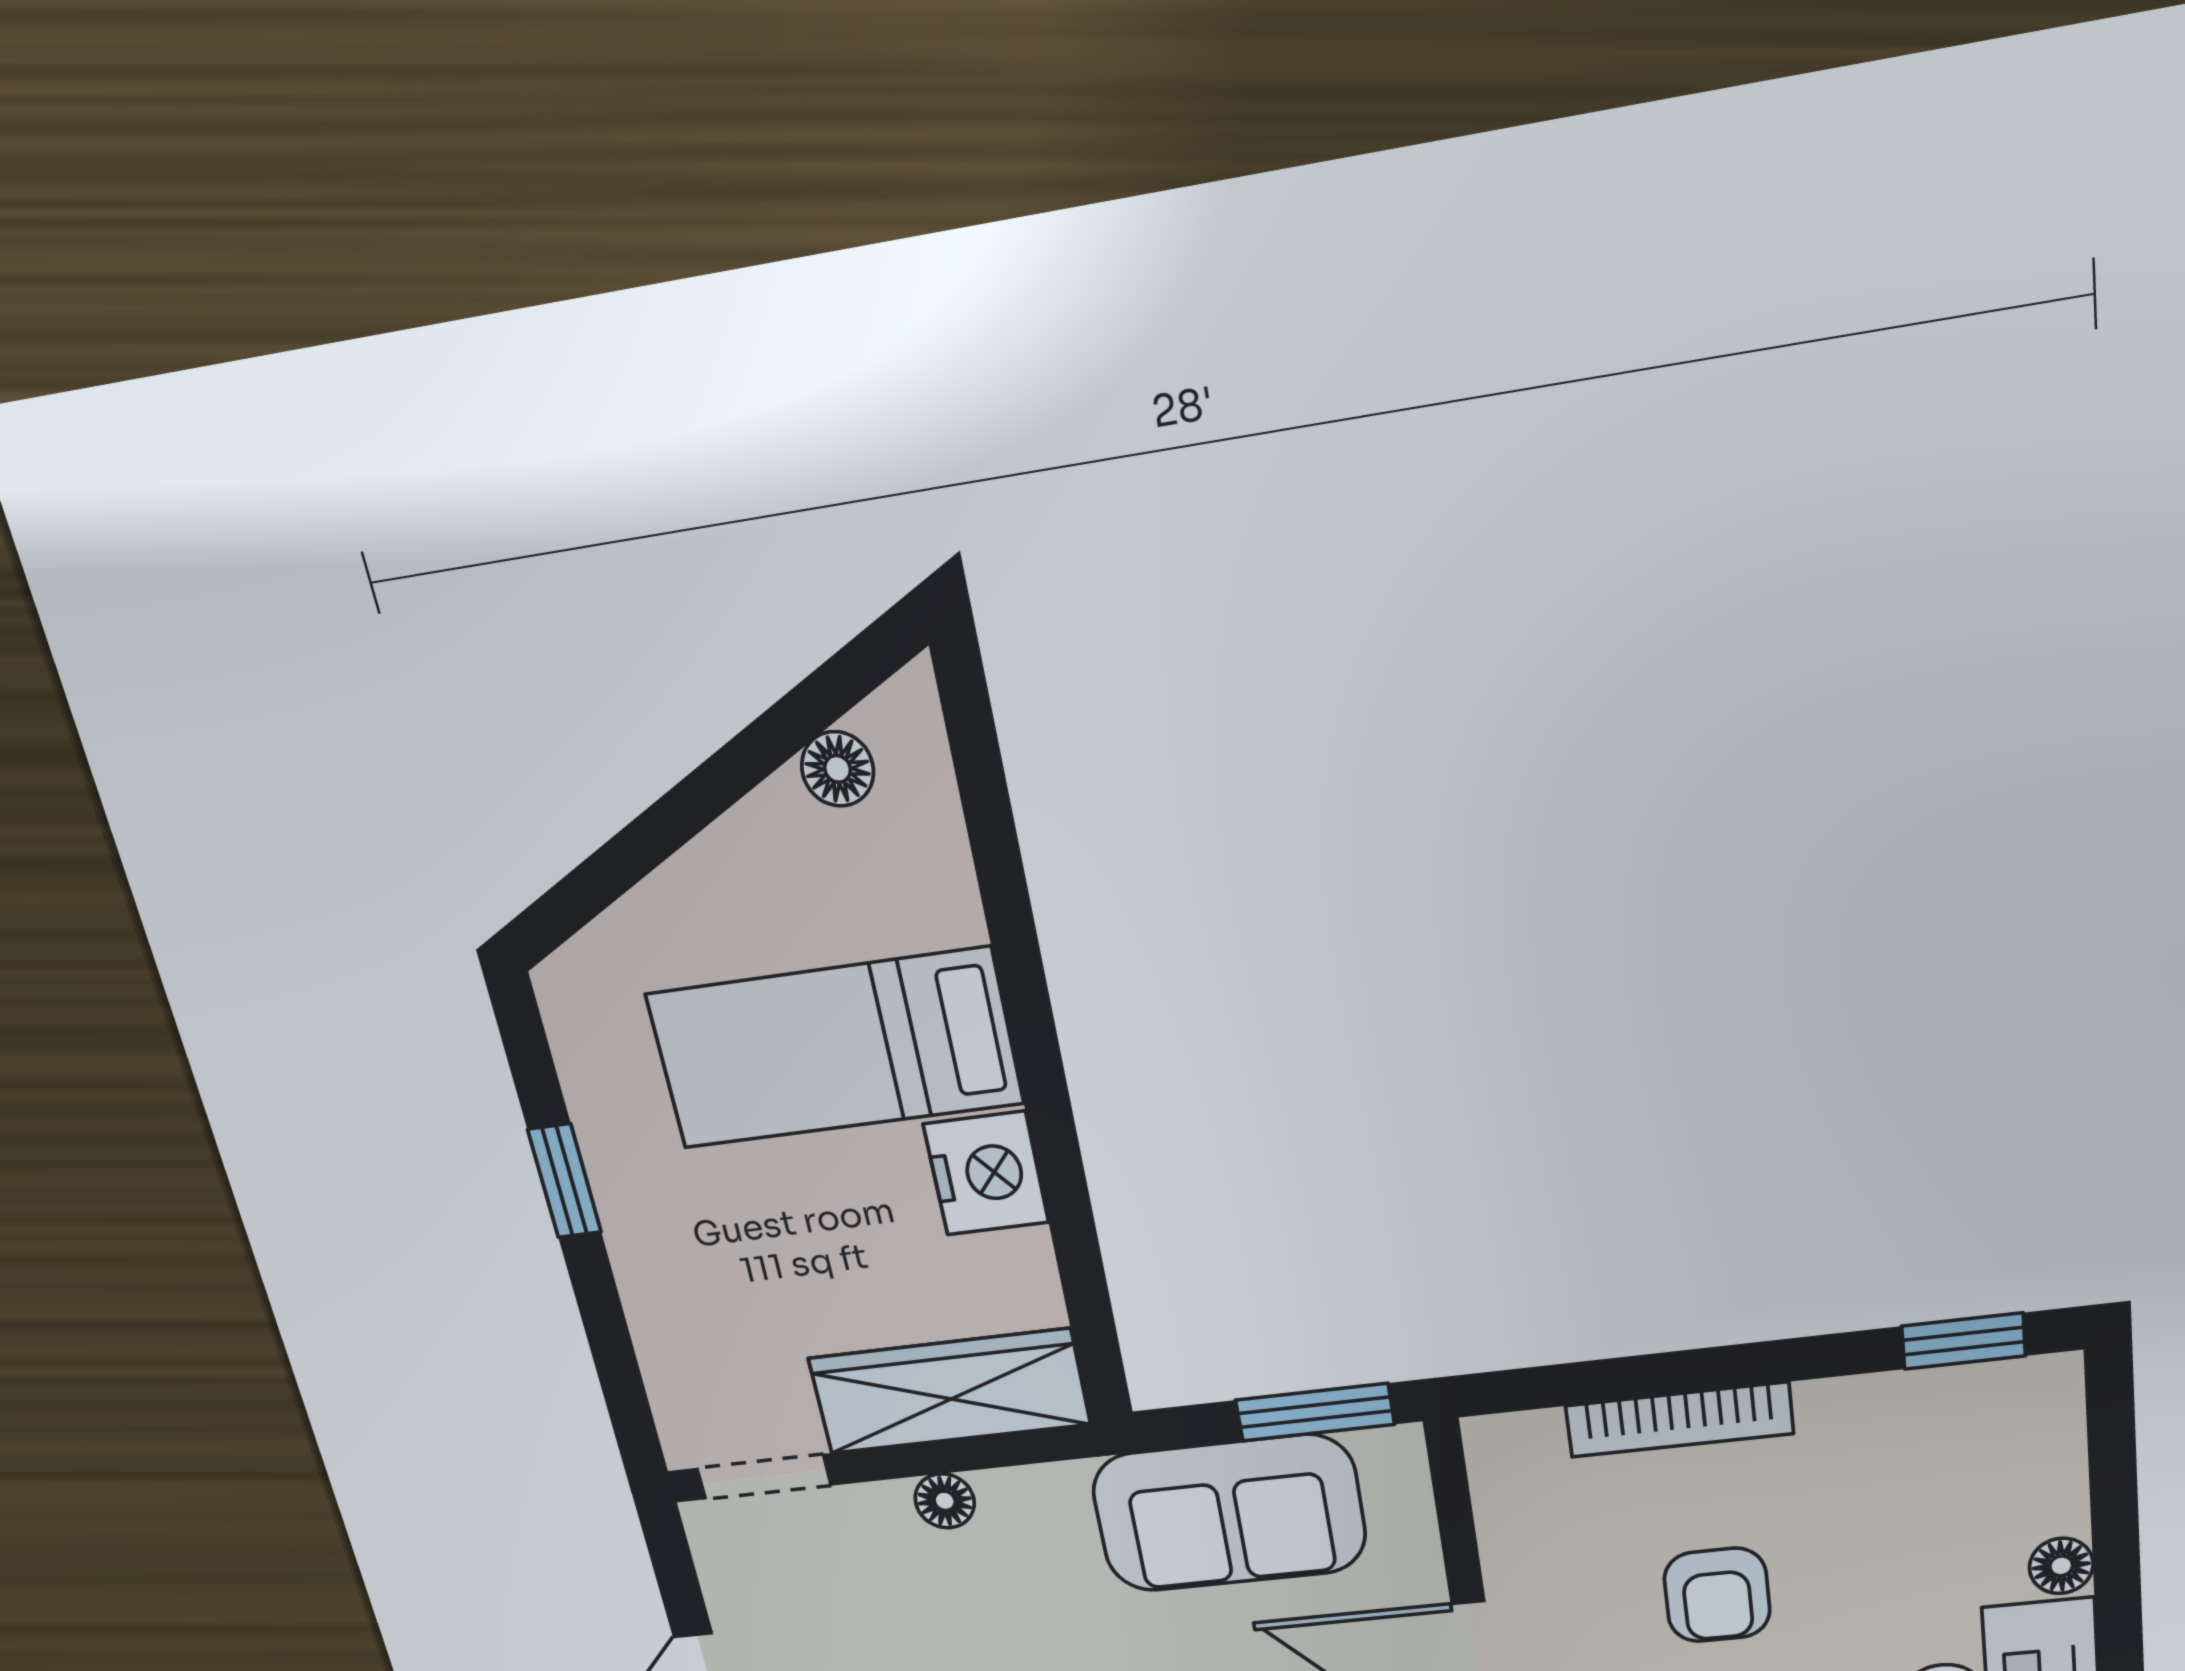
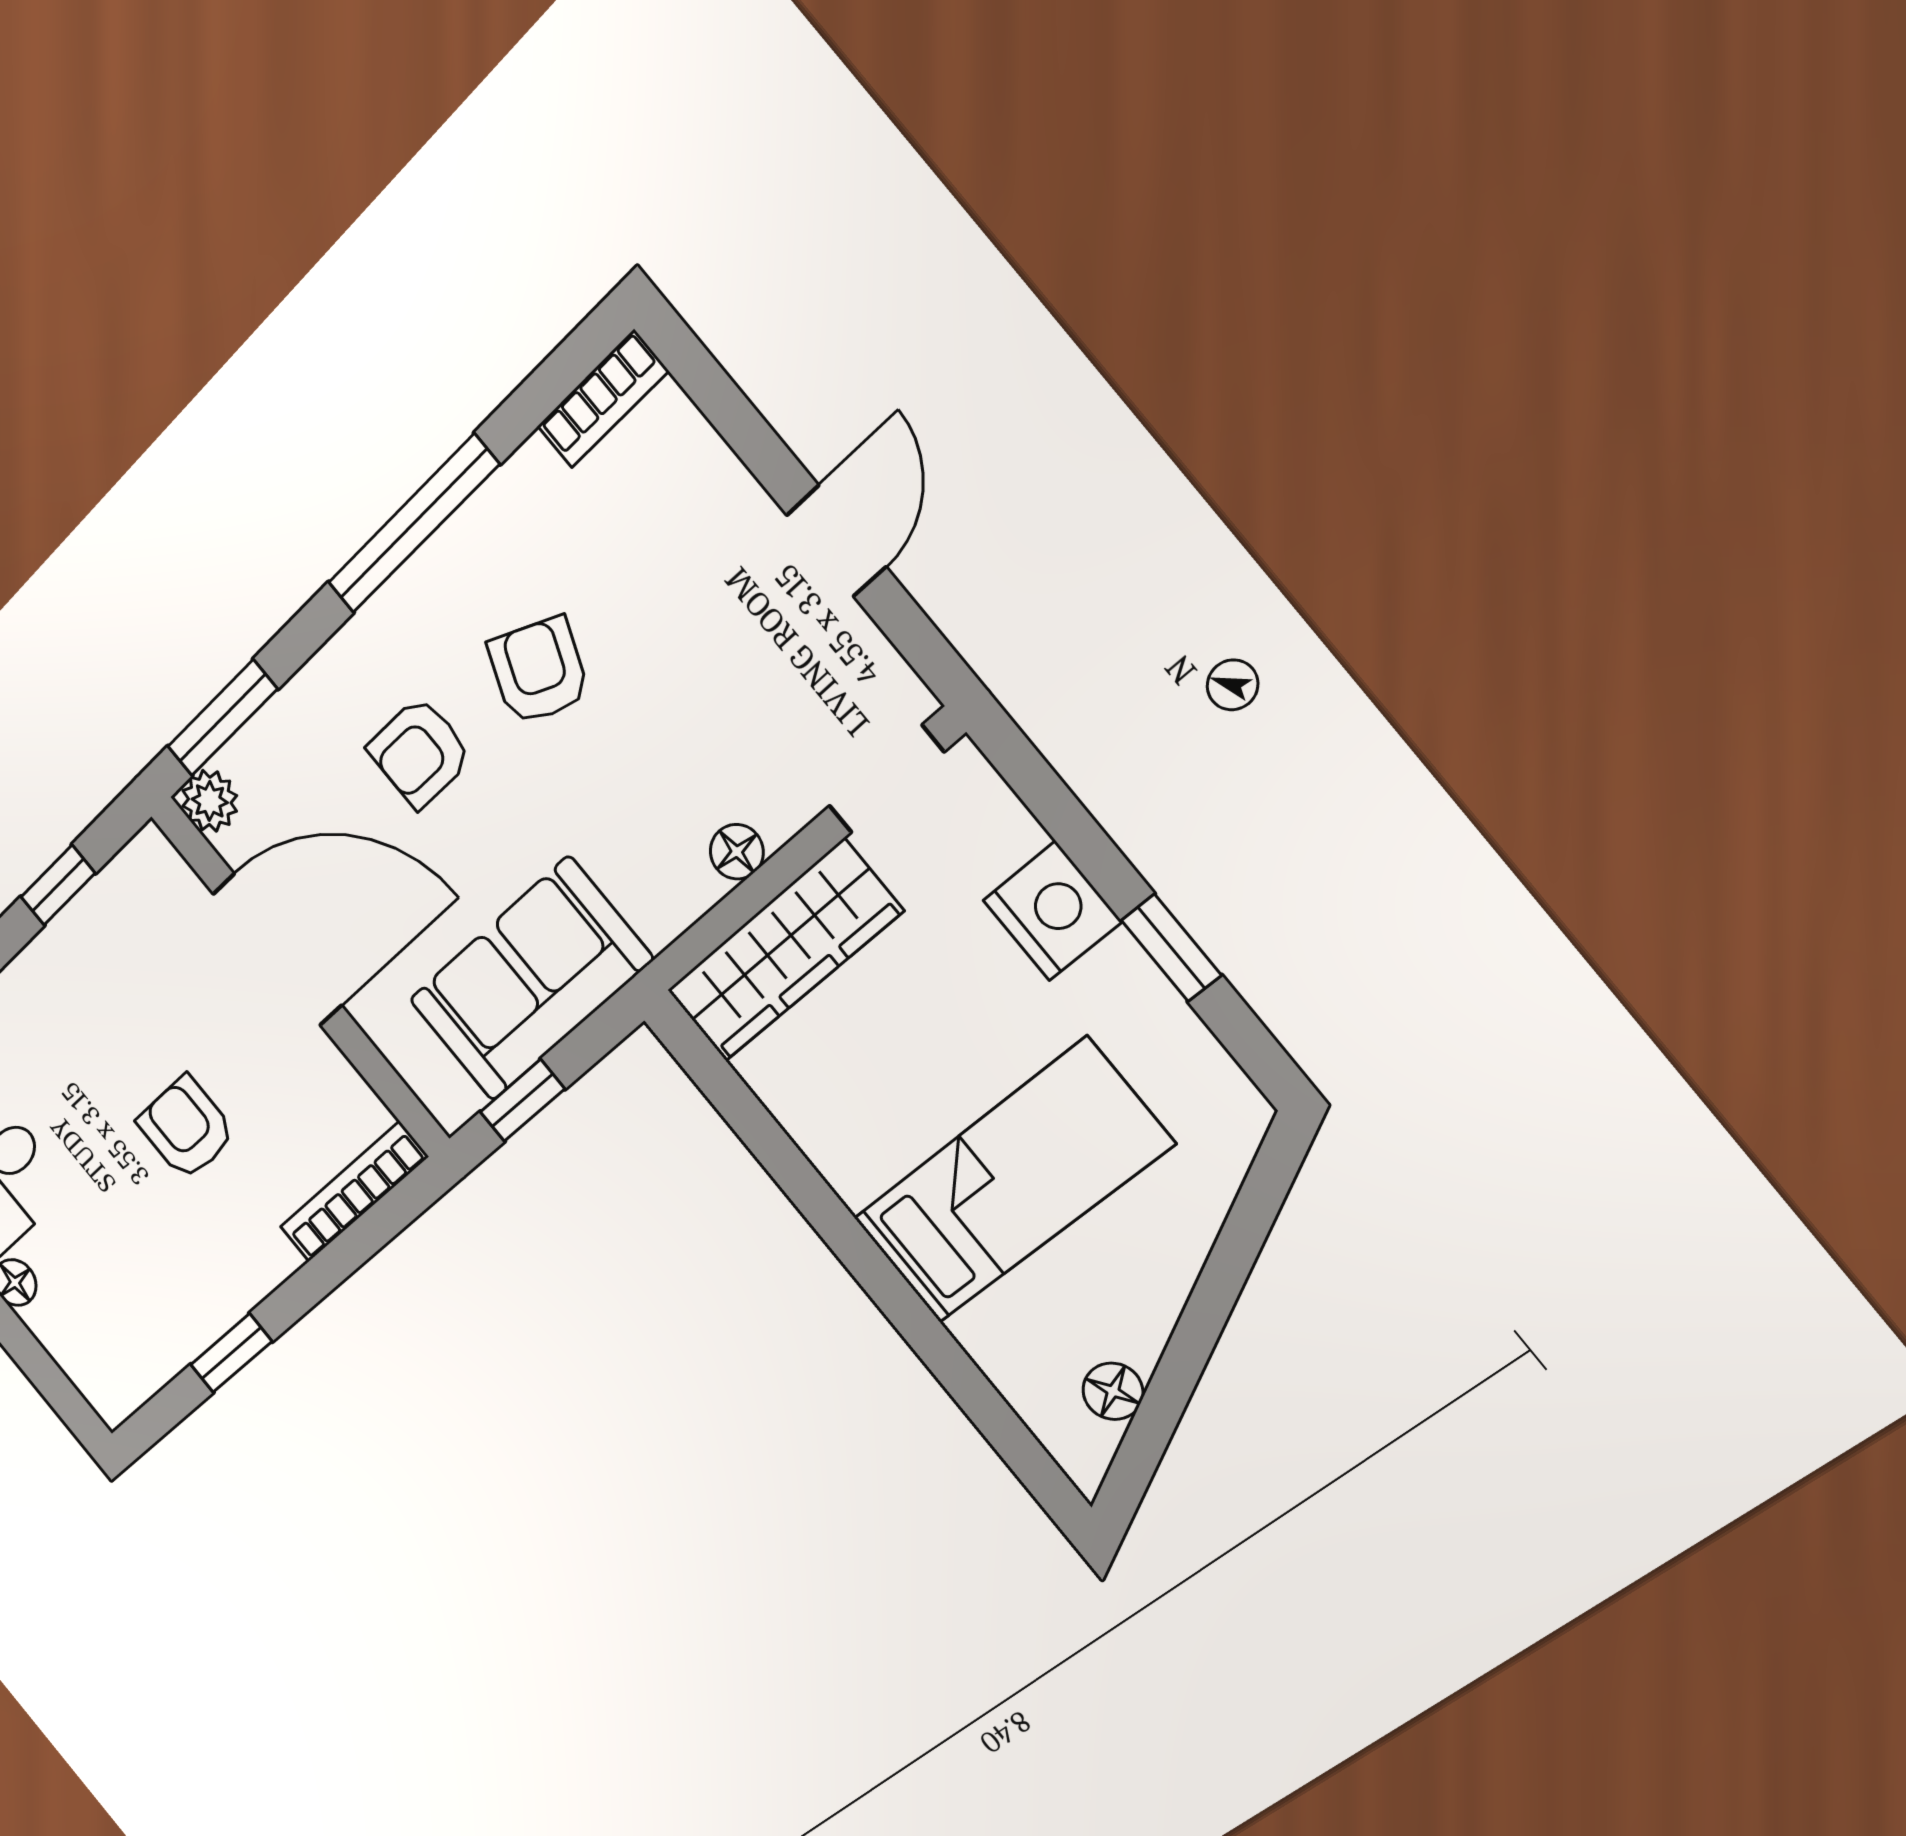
nightstand: (986, 1173) -> (1052, 911), moved, turned 180
window: (1964, 1341) -> (231, 1353), moved
window: (1315, 1412) -> (522, 1100), width x0.67
bookcase: (1679, 1420) -> (354, 1192), moved

